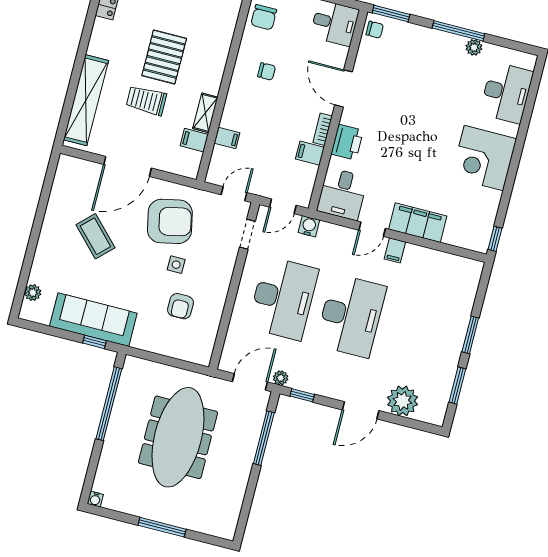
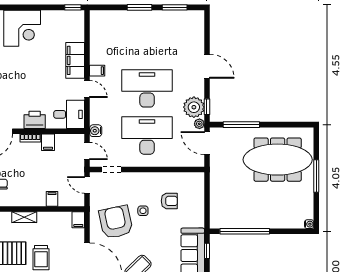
shelving: (205, 113) -> (24, 217), moved
filing cabinet: (194, 140) -> (78, 220), moved
plant: (403, 401) -> (194, 107), moved
meeting table: (178, 437) -> (278, 160), moved

